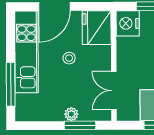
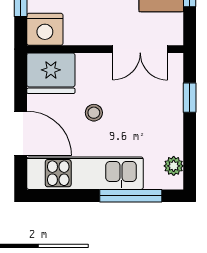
plant: (71, 114) -> (174, 166), moved
window: (80, 125) -> (190, 98), width x0.67

